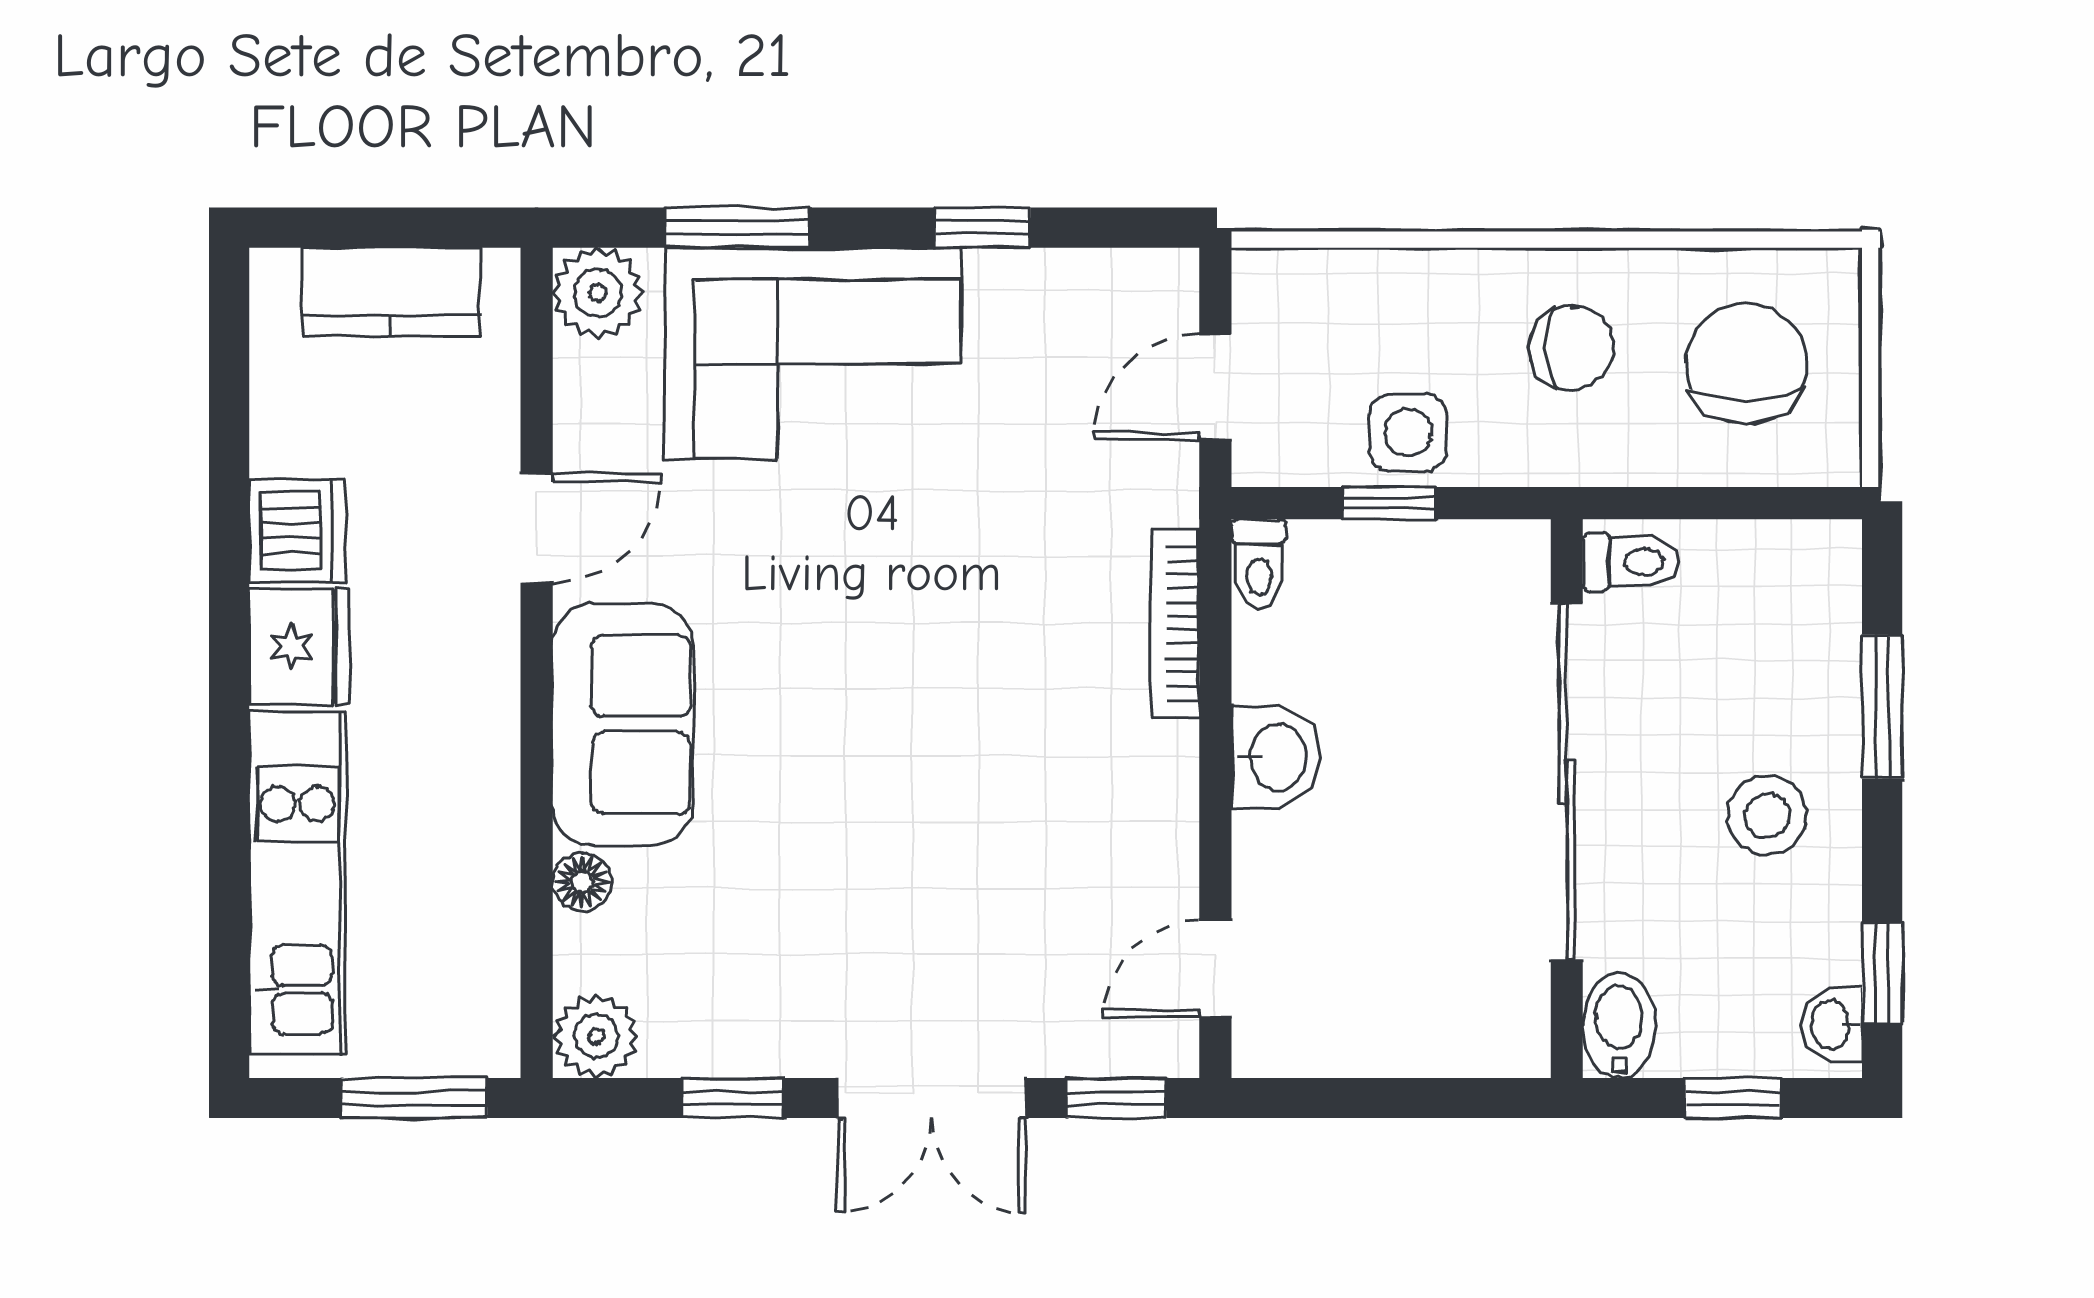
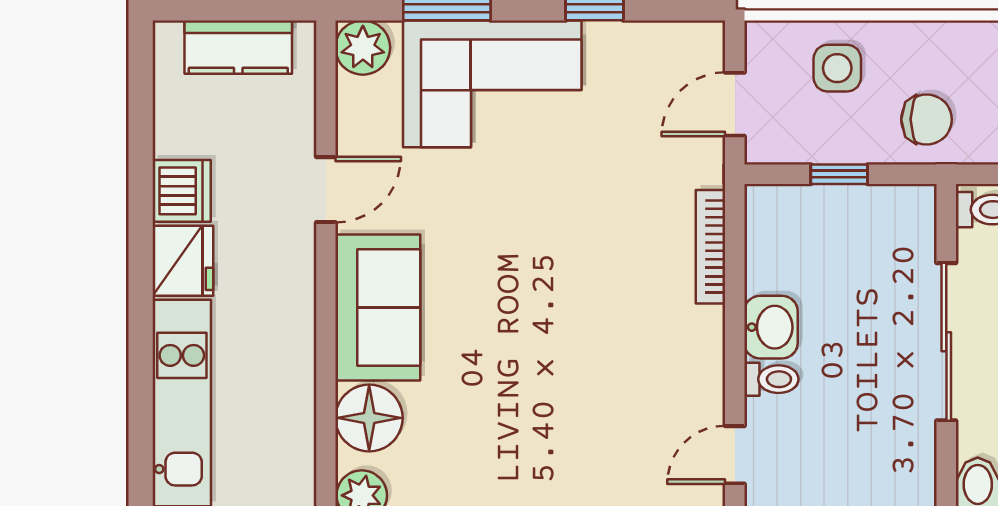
chair: (1572, 348) -> (927, 119), moved
side table: (1408, 433) -> (837, 68), moved
toilet: (1259, 564) -> (771, 379), moved, turned -90
sliding door: (1567, 781) -> (946, 342), width x0.73
floor lamp: (582, 882) -> (369, 418), width x1.89, depth x1.89

